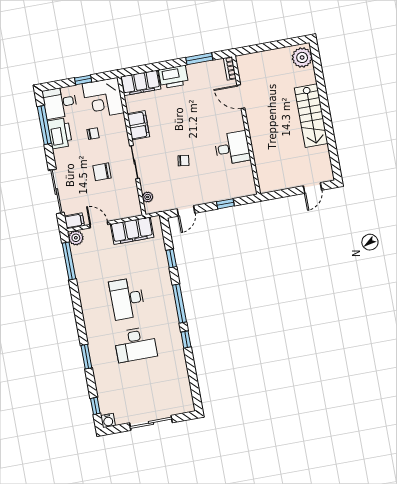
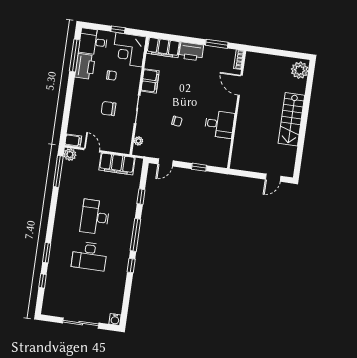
sliding door: (56, 191) -> (67, 112), removed
window: (95, 406) -> (43, 281), moved
water cooler: (108, 421) -> (115, 319), moved

